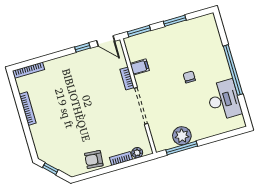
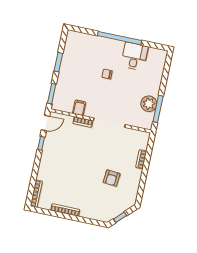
desk: (224, 100) -> (134, 56), width x0.73
plant: (137, 153) -> (143, 145), removed
armchair: (94, 160) -> (112, 178), moved

